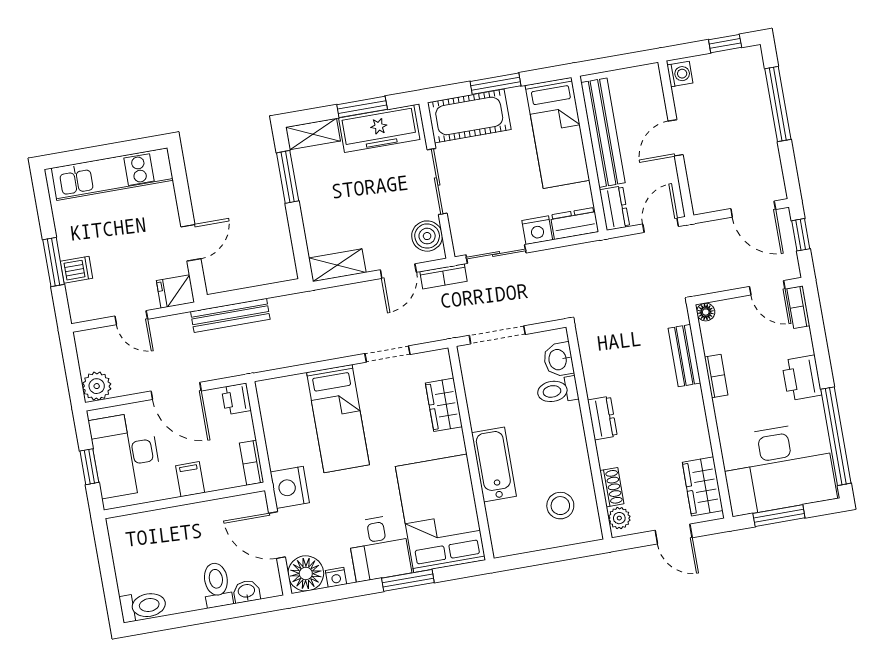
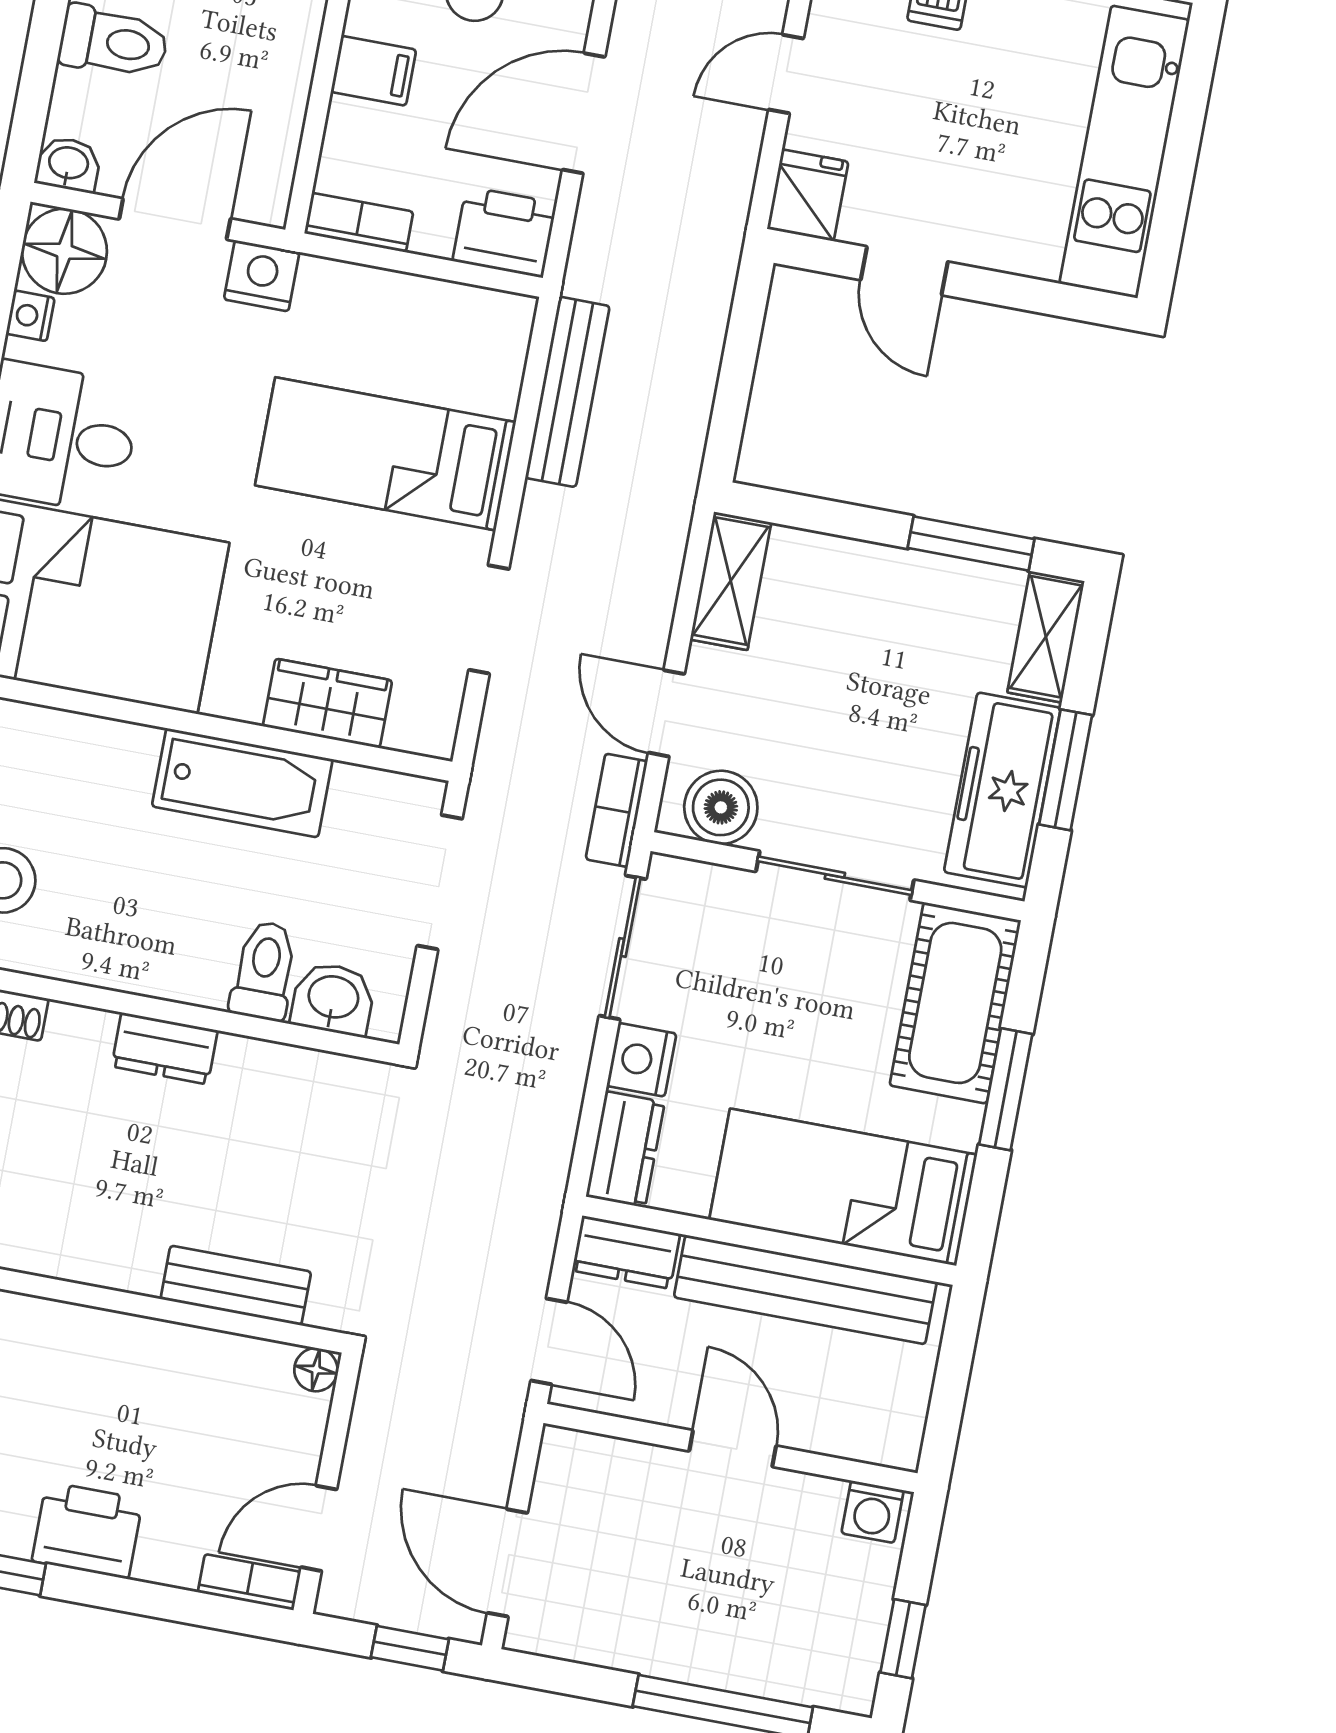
door: (753, 209) -> (507, 1563), hinge flipped
bench: (230, 315) -> (567, 392), moved
bookcase: (716, 376) -> (163, 1340), removed
printer: (236, 399) -> (505, 232), width x1.36, depth x1.24
bathtub: (494, 464) -> (242, 783), moved
nightstand: (290, 487) -> (262, 276), width x0.74, depth x0.75
washbasin: (247, 591) -> (68, 164), moved, turned -90

